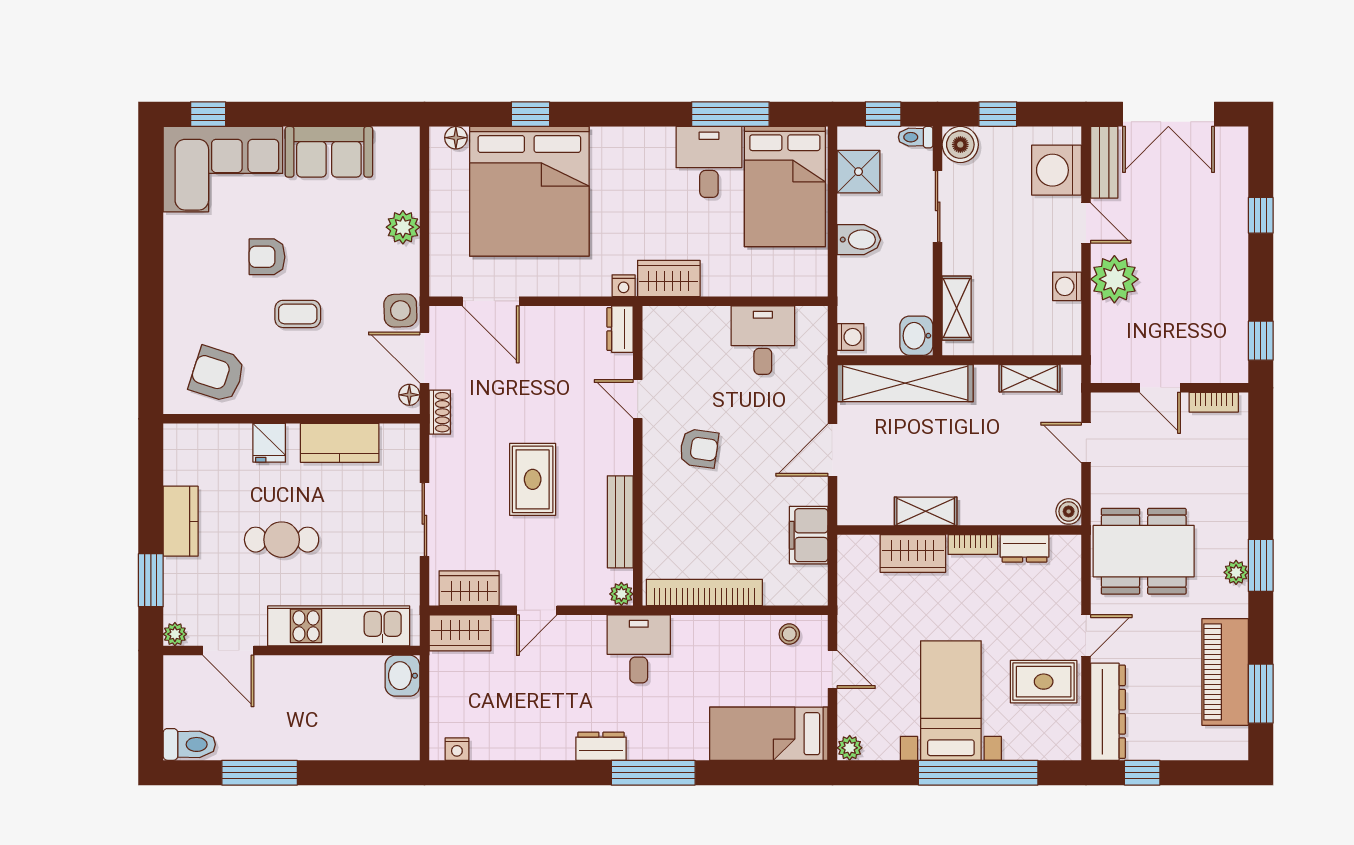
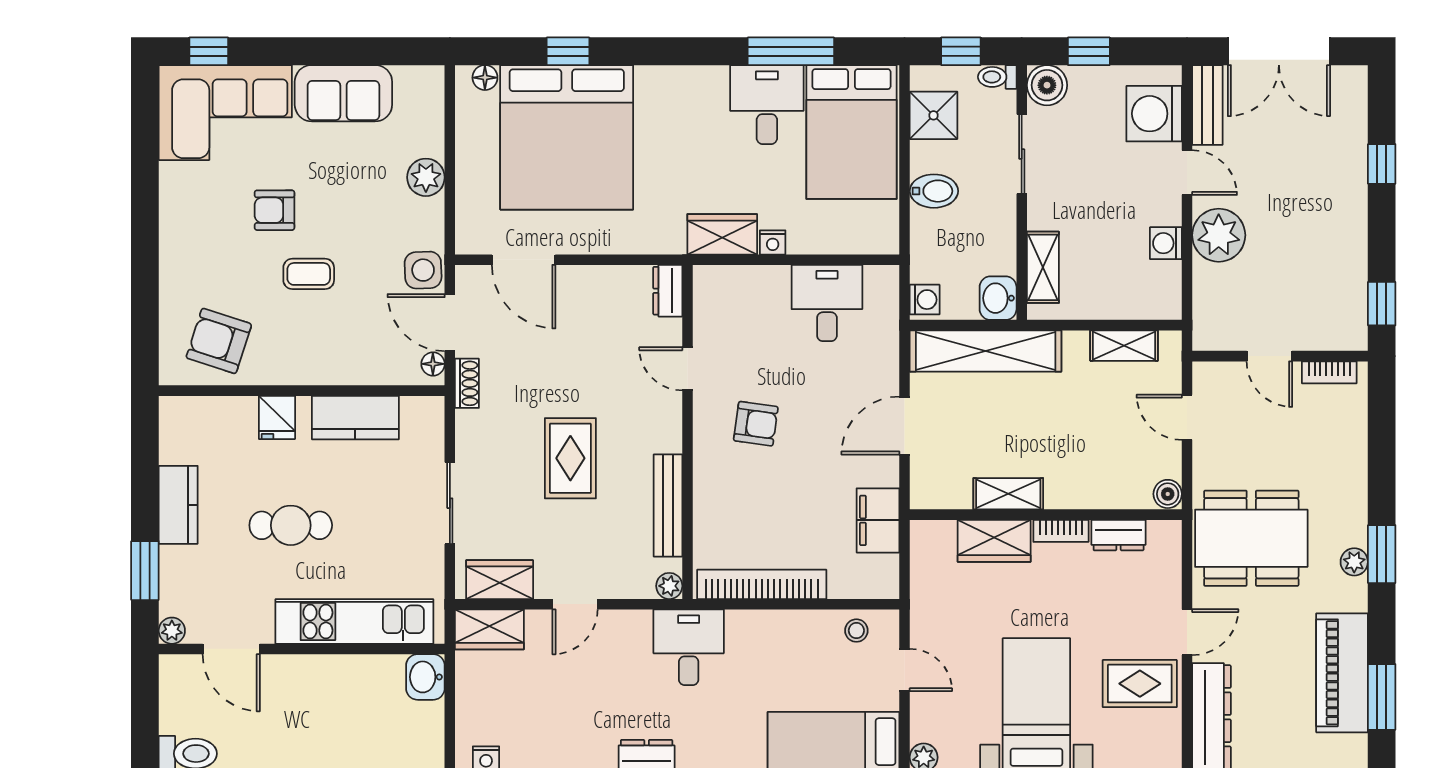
nightstand: (624, 286) -> (773, 242), moved

